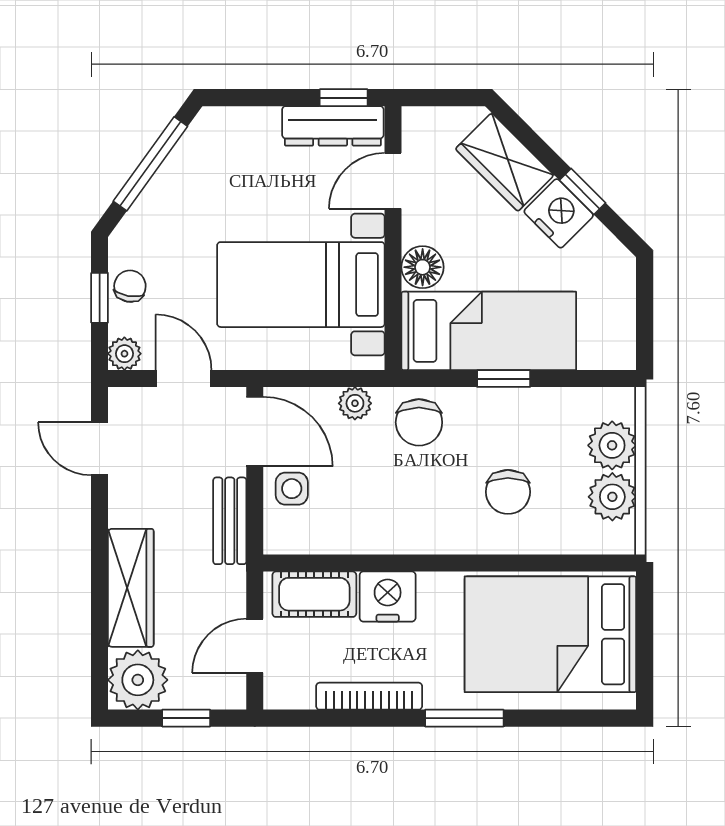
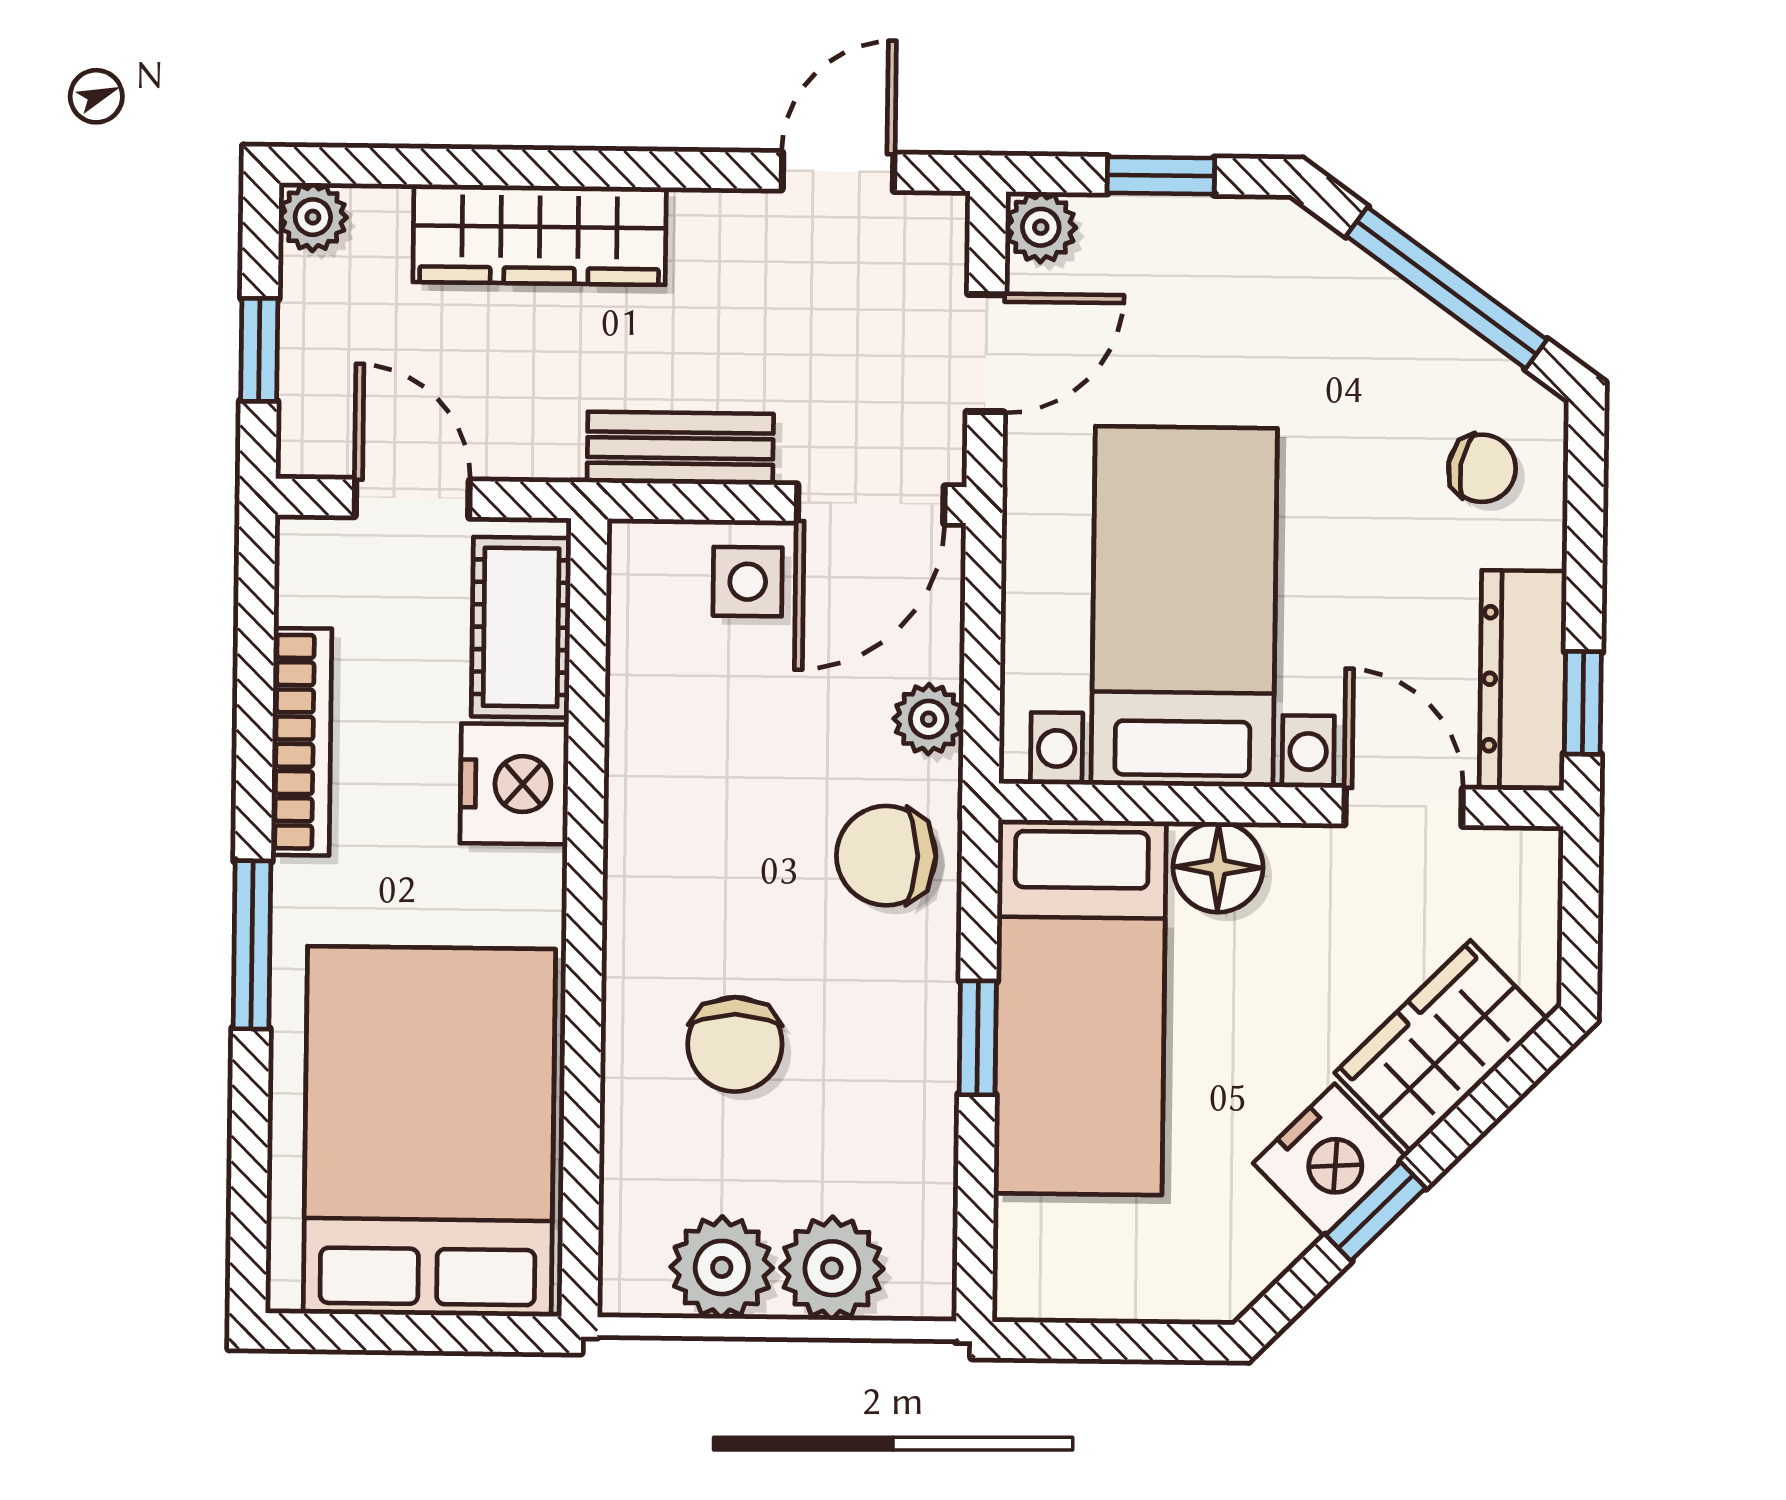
chair: (130, 286) -> (1482, 468), moved
chair: (508, 492) -> (735, 1044), turned -90
plant: (138, 680) -> (313, 217), width x0.53, depth x0.53

